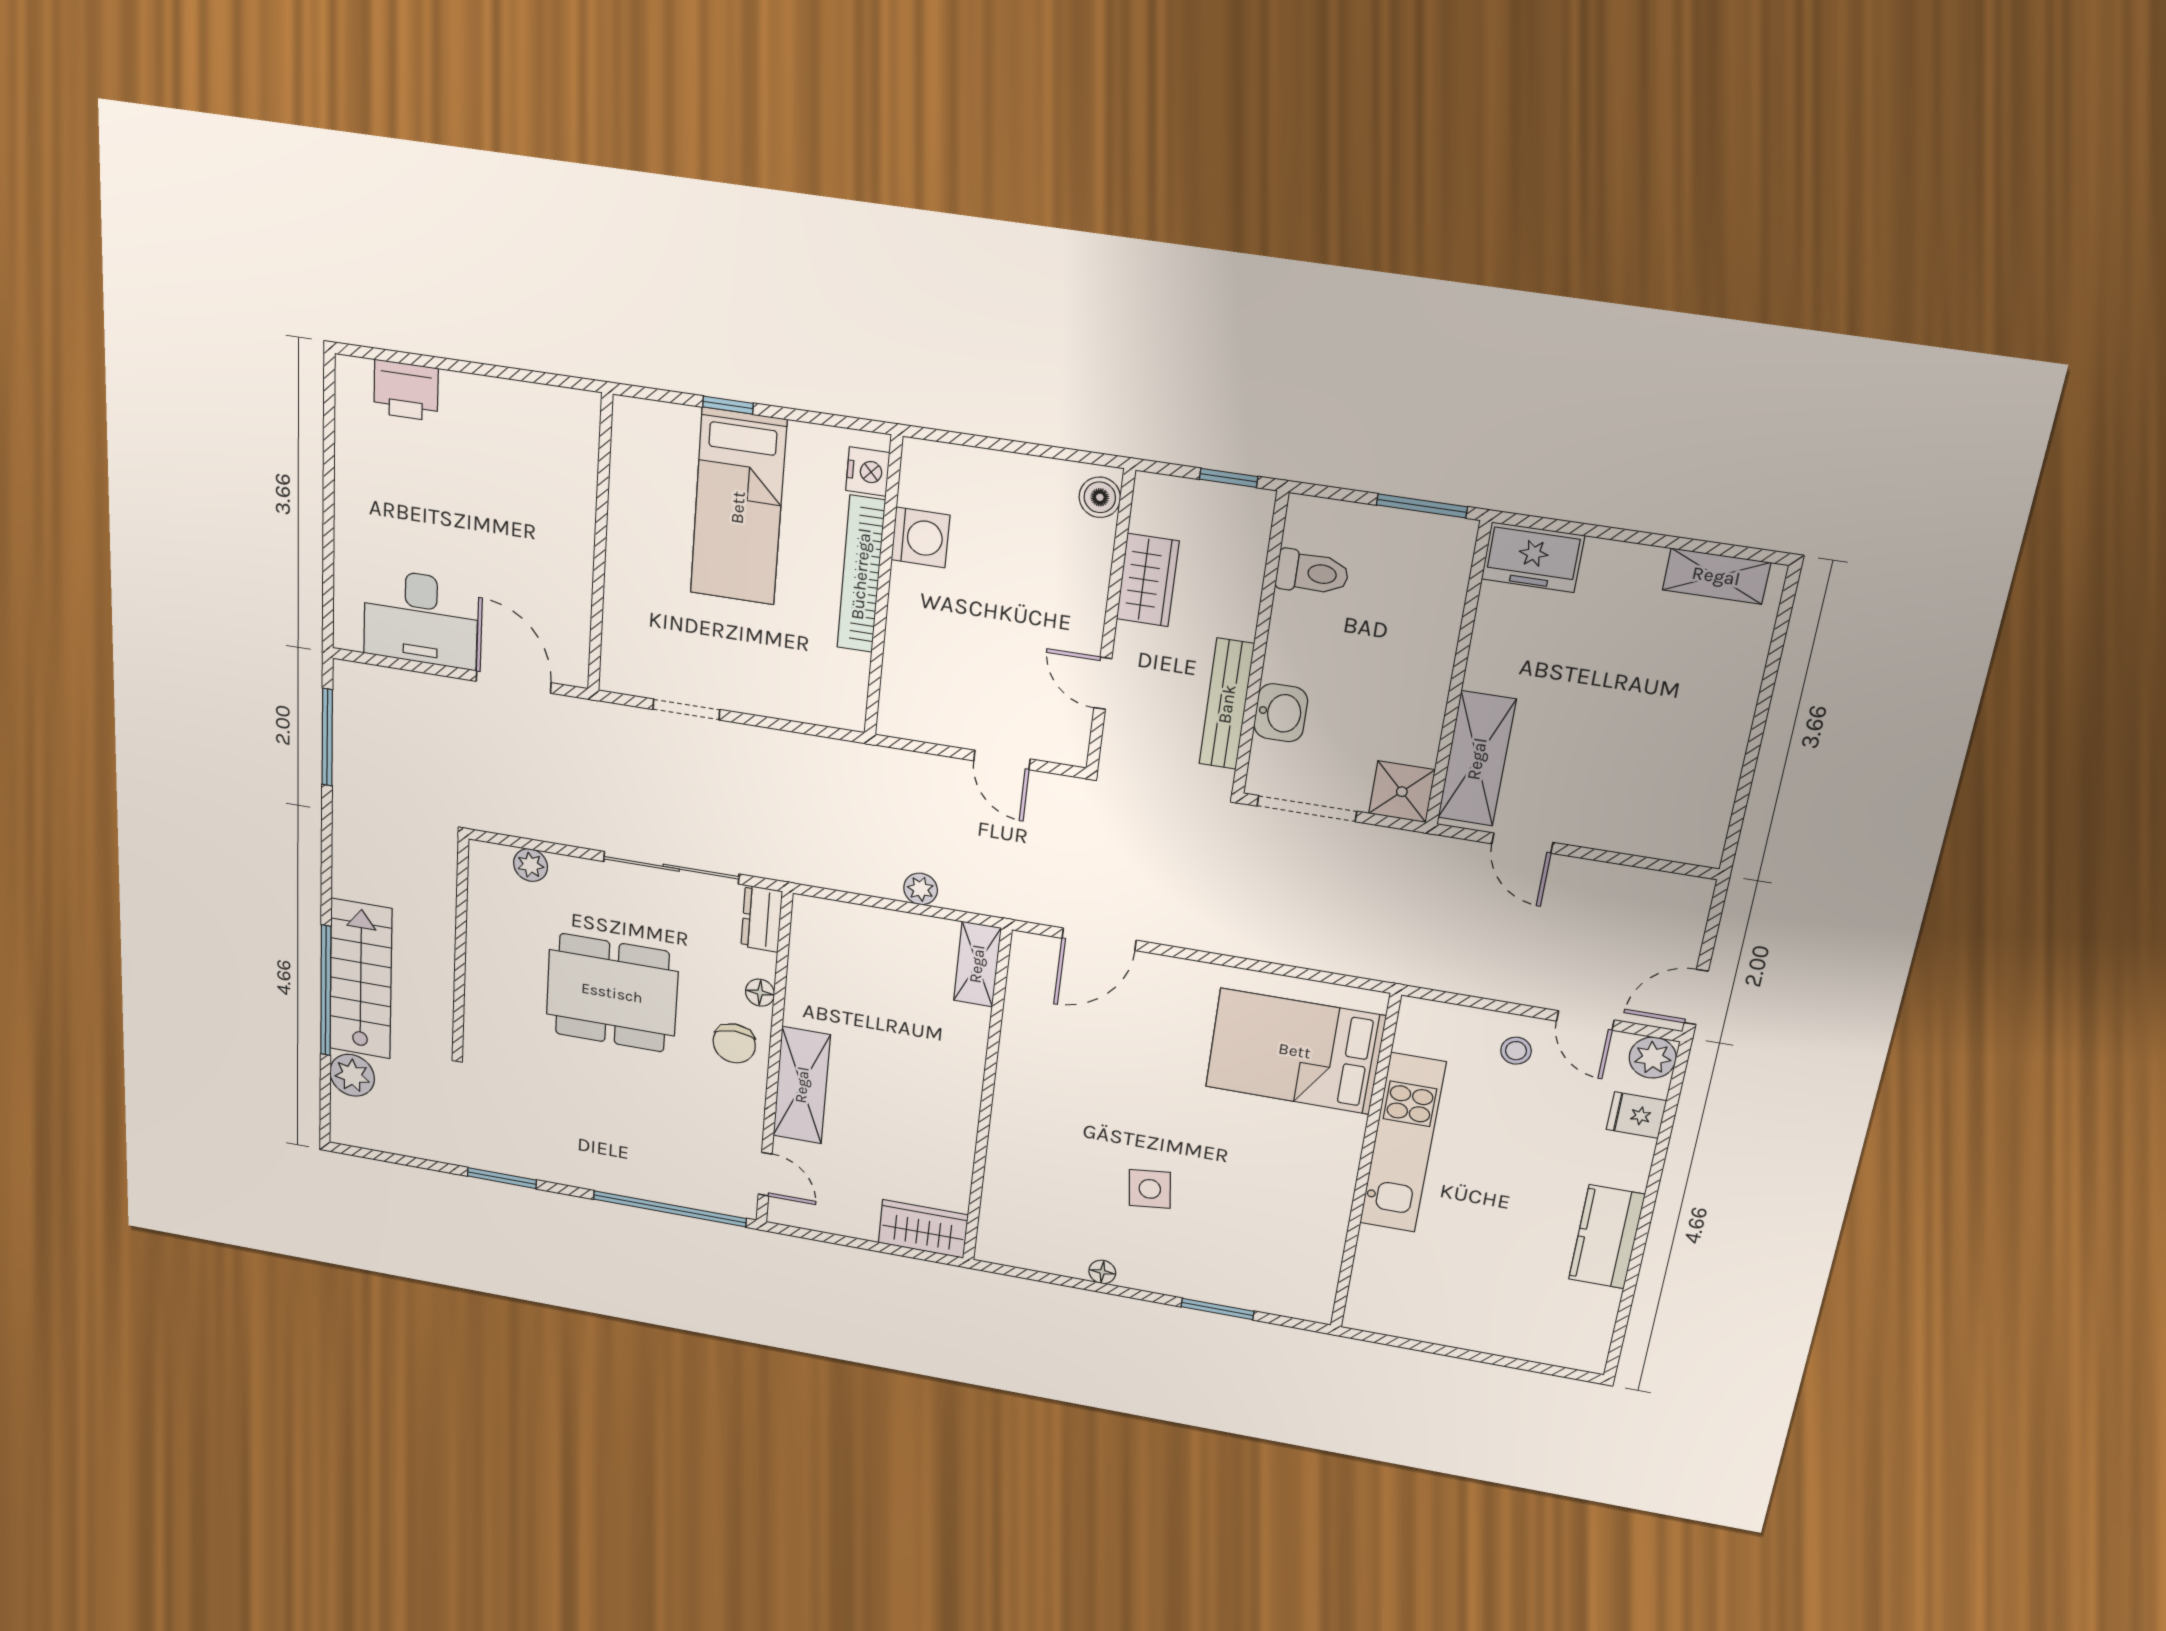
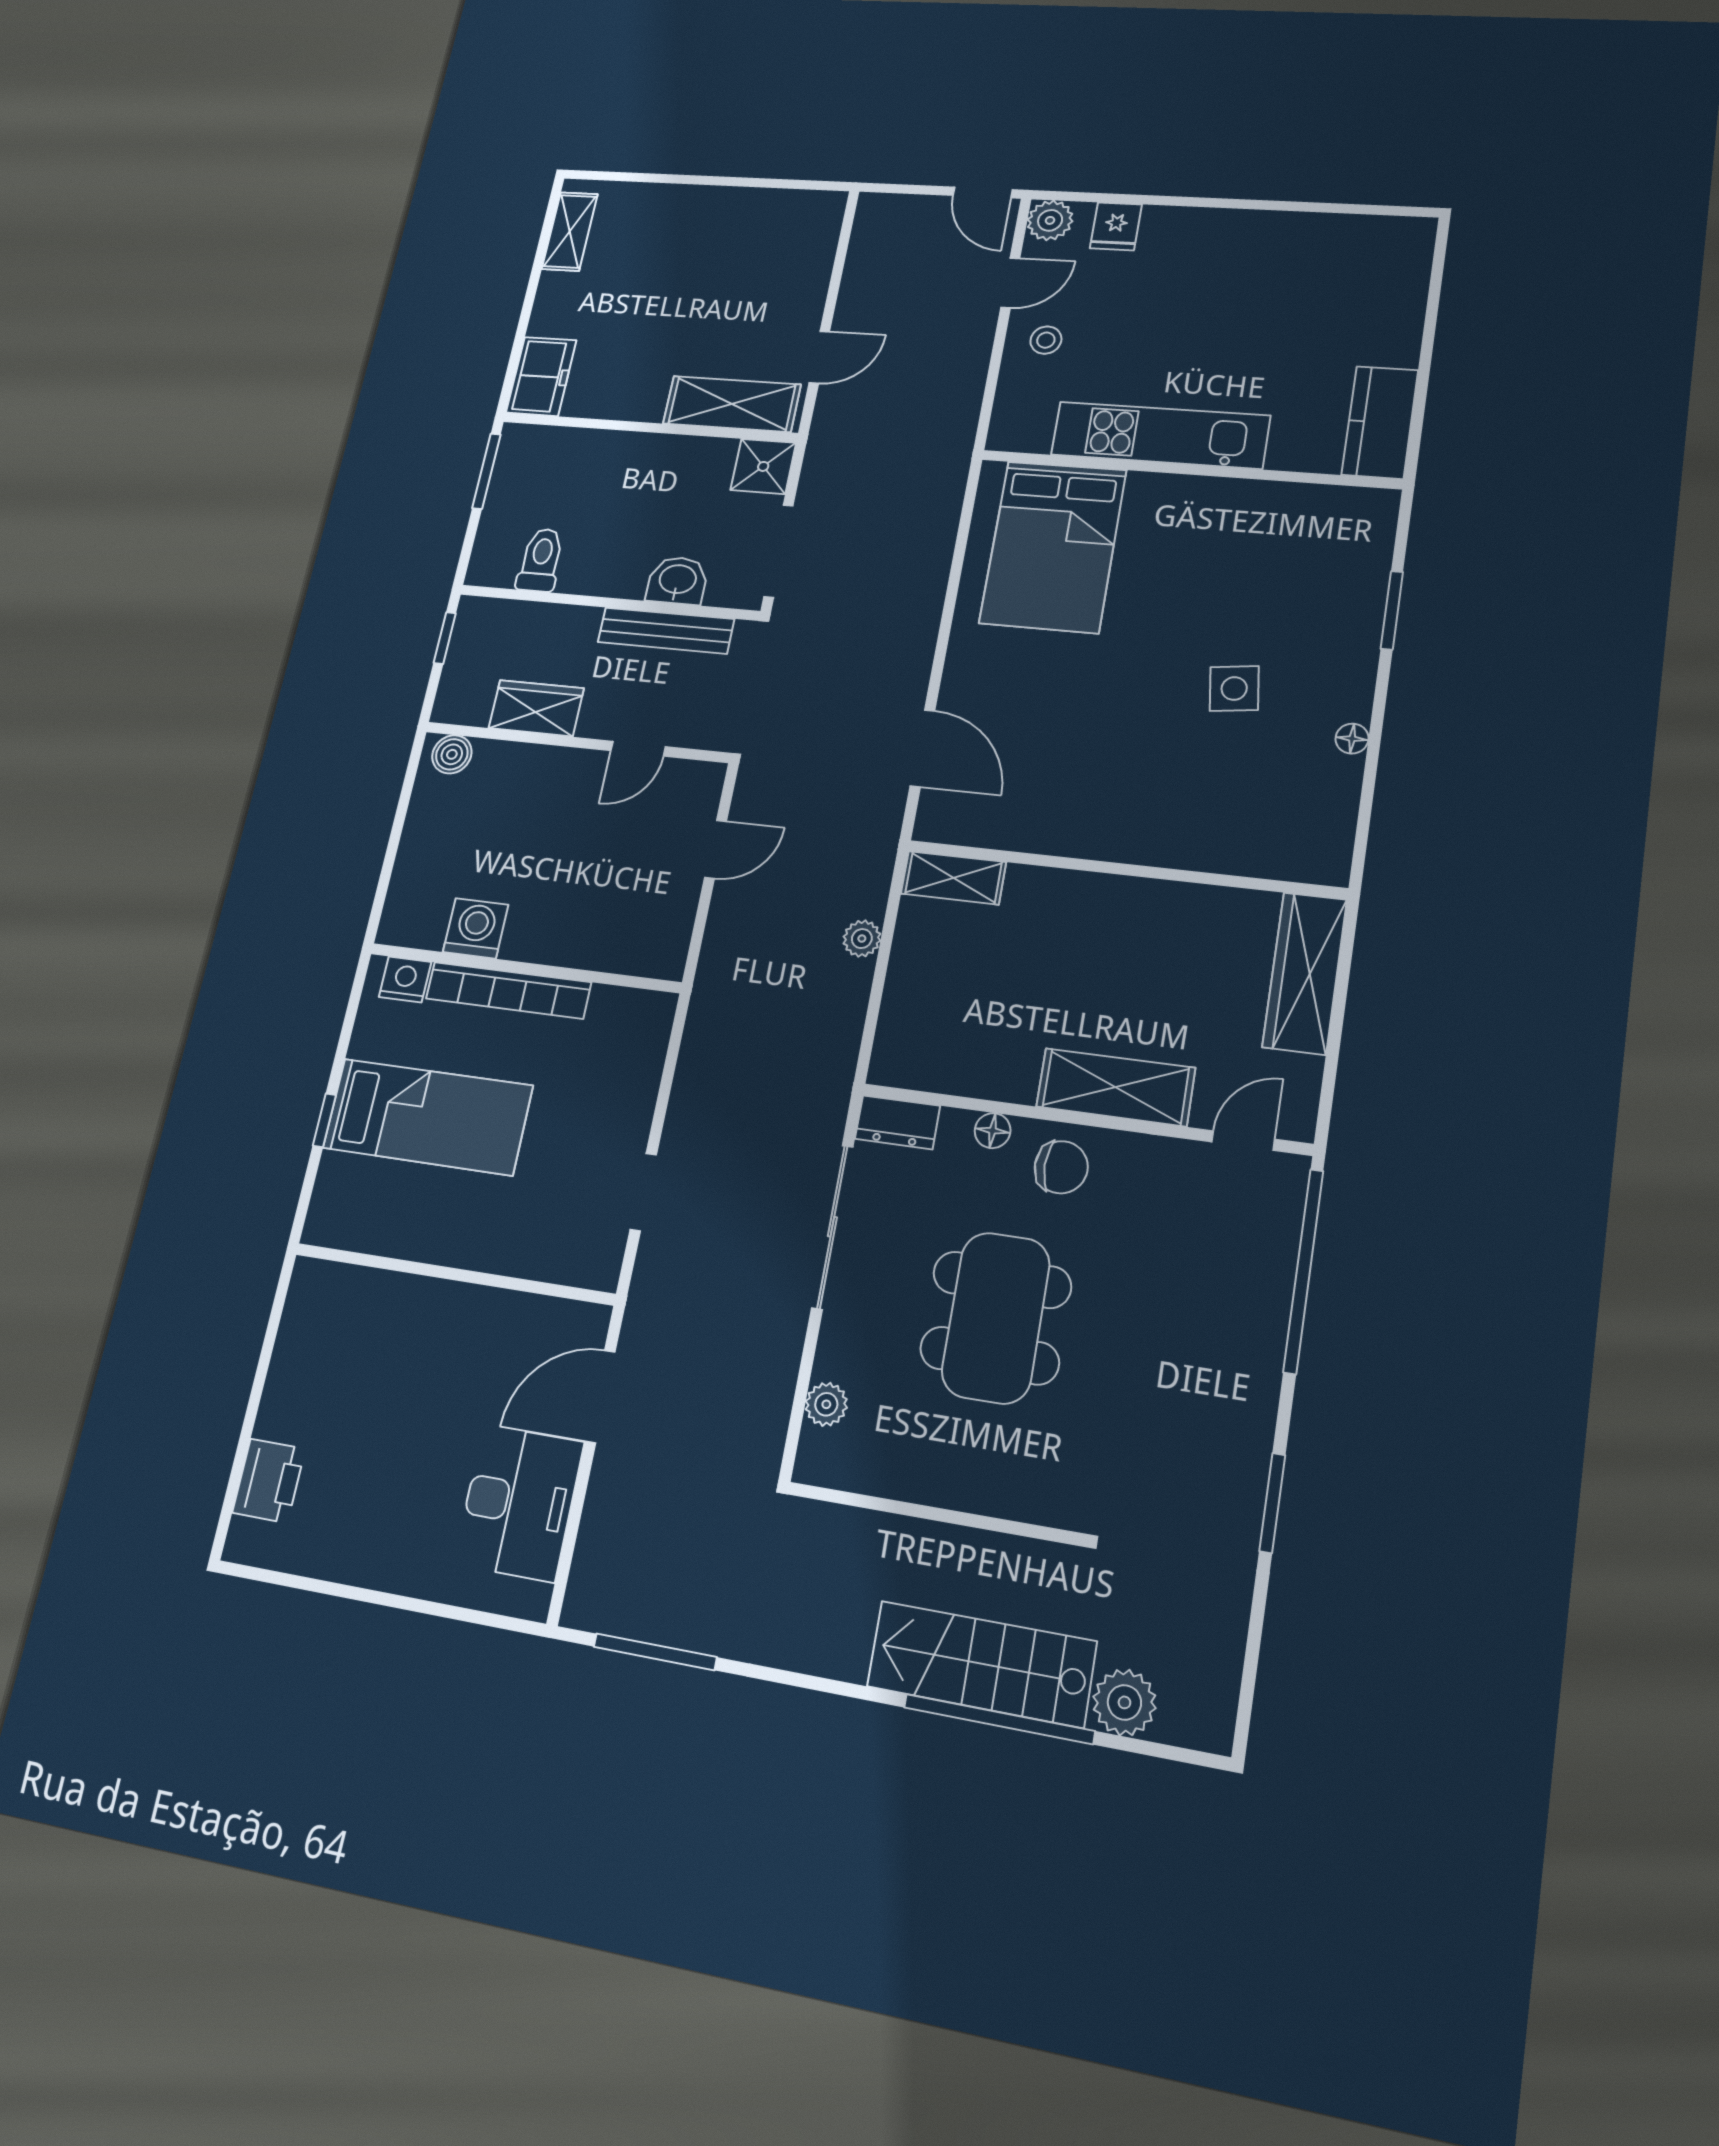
wardrobe: (923, 1229) -> (1305, 973), width x1.50
kitchen counter: (1607, 1237) -> (1380, 422), moved, turned 90

